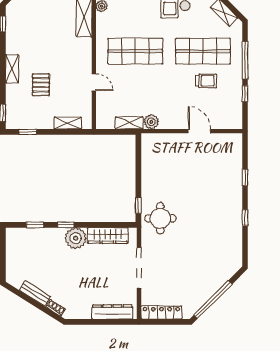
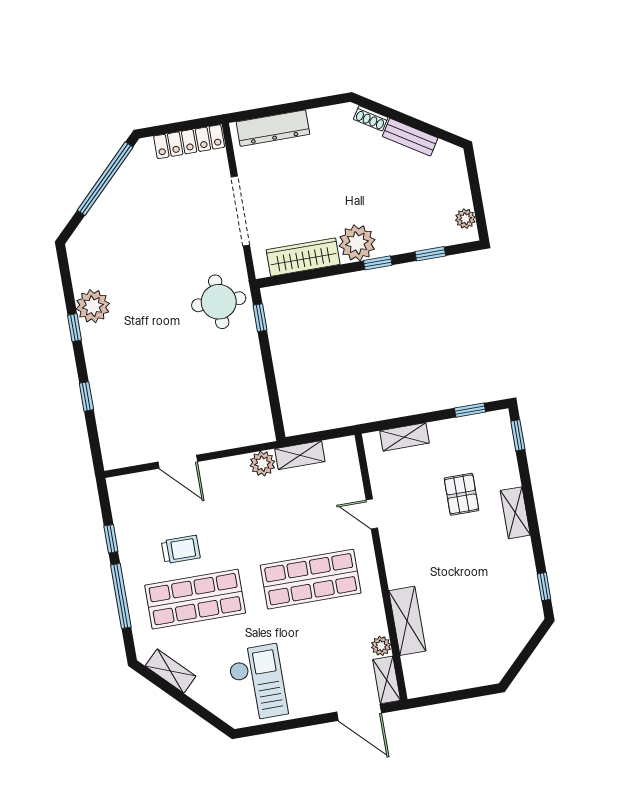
trolley: (206, 81) -> (181, 549), turned 180
plant: (232, 228) -> (93, 306), added
plant: (11, 241) -> (465, 219), added

